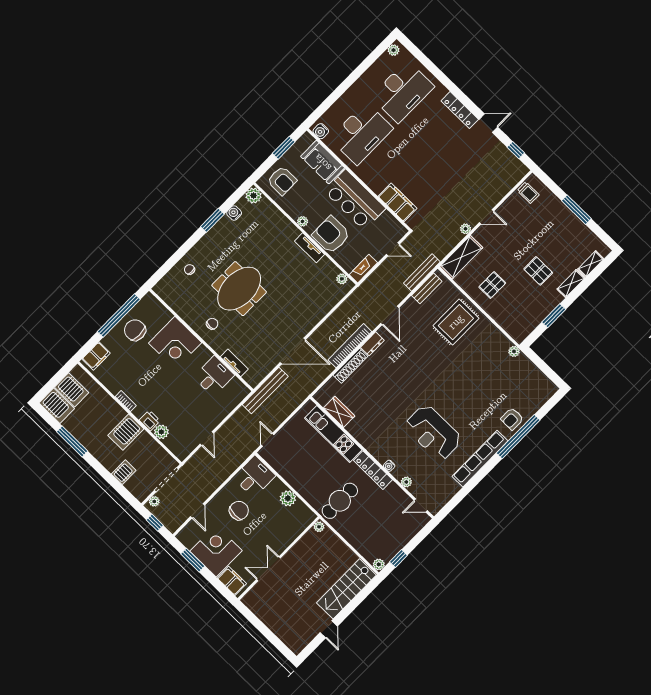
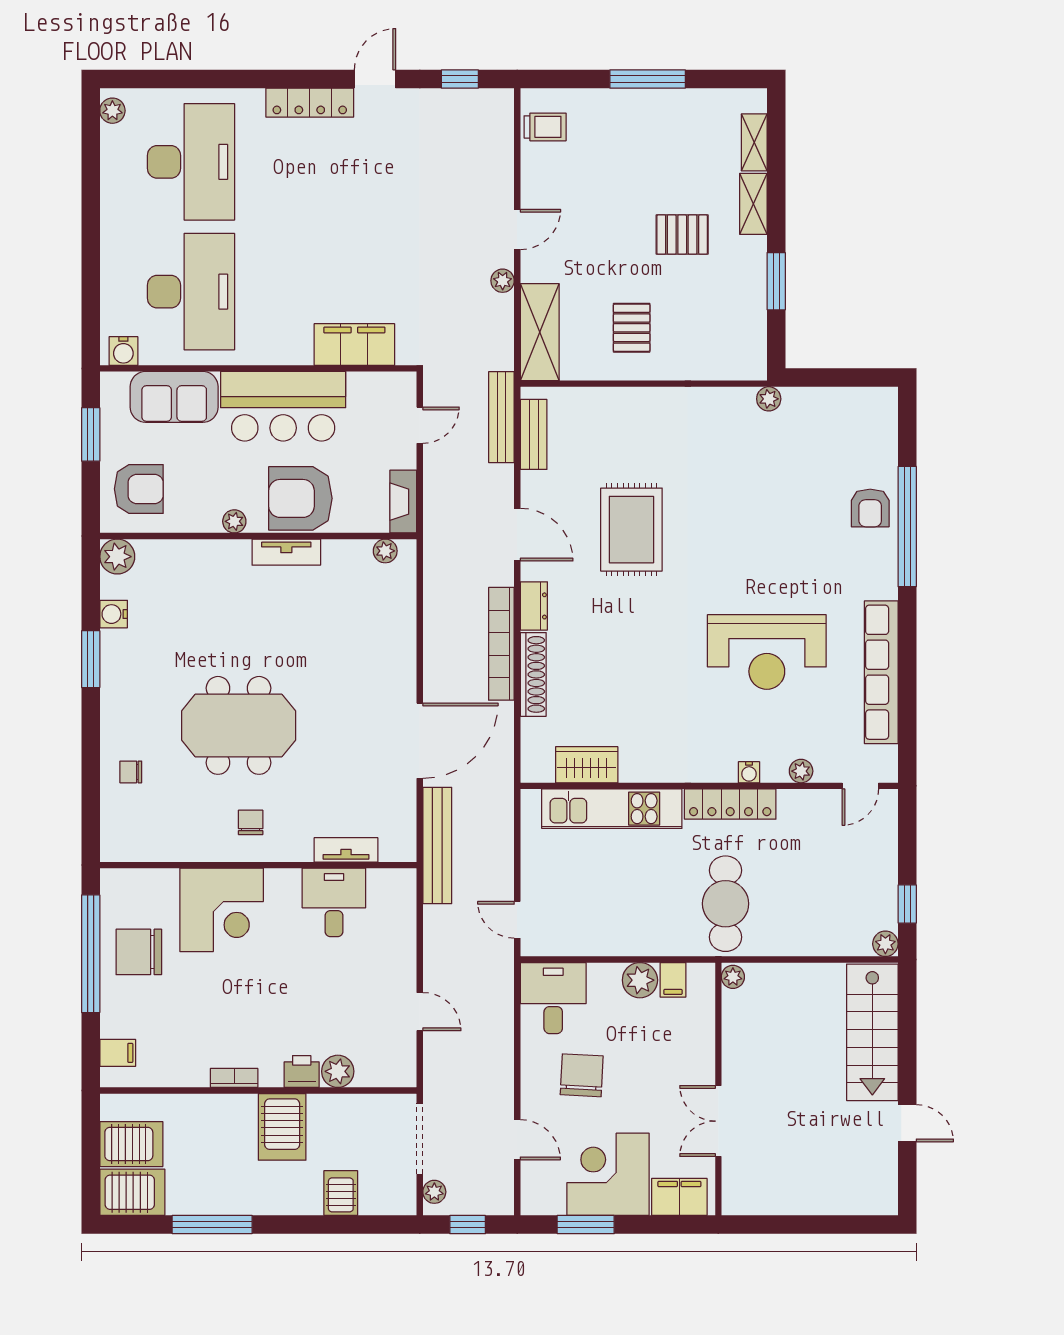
meeting table: (239, 289) -> (239, 725), turned 90
rug: (456, 322) -> (631, 530), moved
filing cabinet: (96, 356) -> (118, 1053), width x0.50
row of seats: (480, 459) -> (881, 672), moved
filing cabinet: (299, 509) -> (673, 980), added

